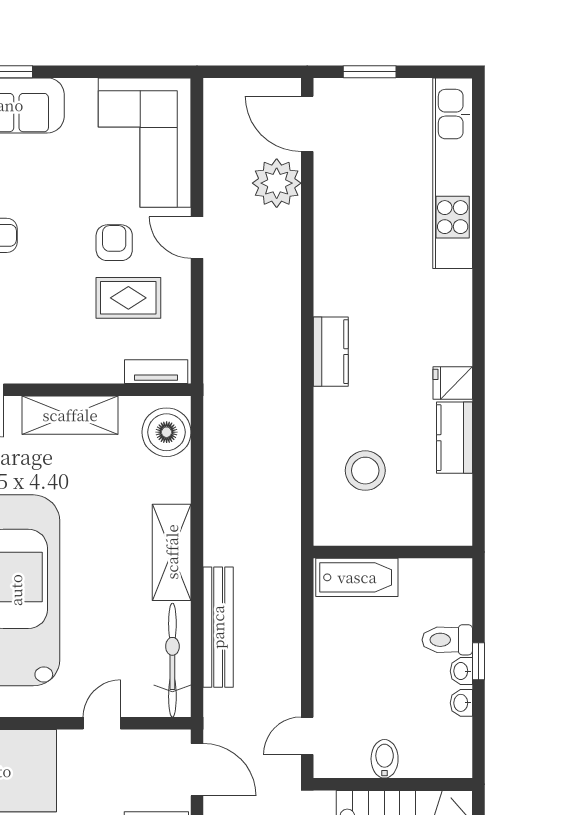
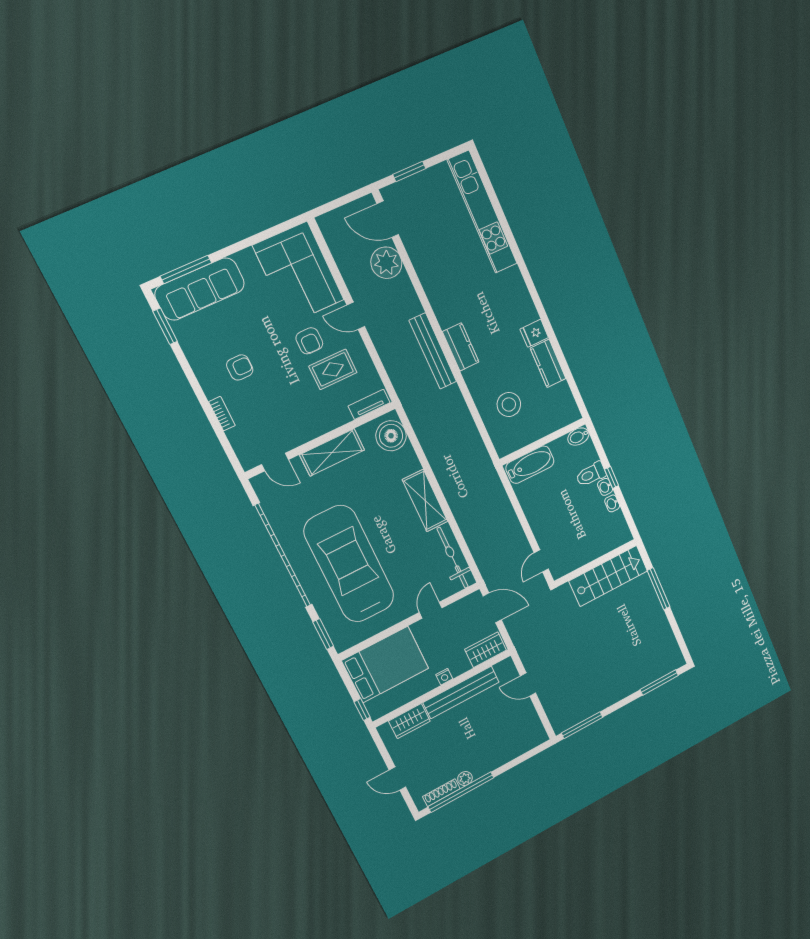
armchair: (114, 243) -> (309, 341), turned 180
bench: (218, 627) -> (433, 351), moved
bidet: (385, 759) -> (578, 437), moved, turned -90

